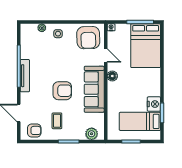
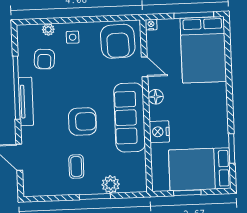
nightstand: (154, 104) -> (159, 132), moved, turned 180
bed: (140, 121) -> (200, 169), width x1.50
armchair: (34, 130) -> (44, 59), moved, turned 94
plant: (92, 134) -> (111, 184), moved

